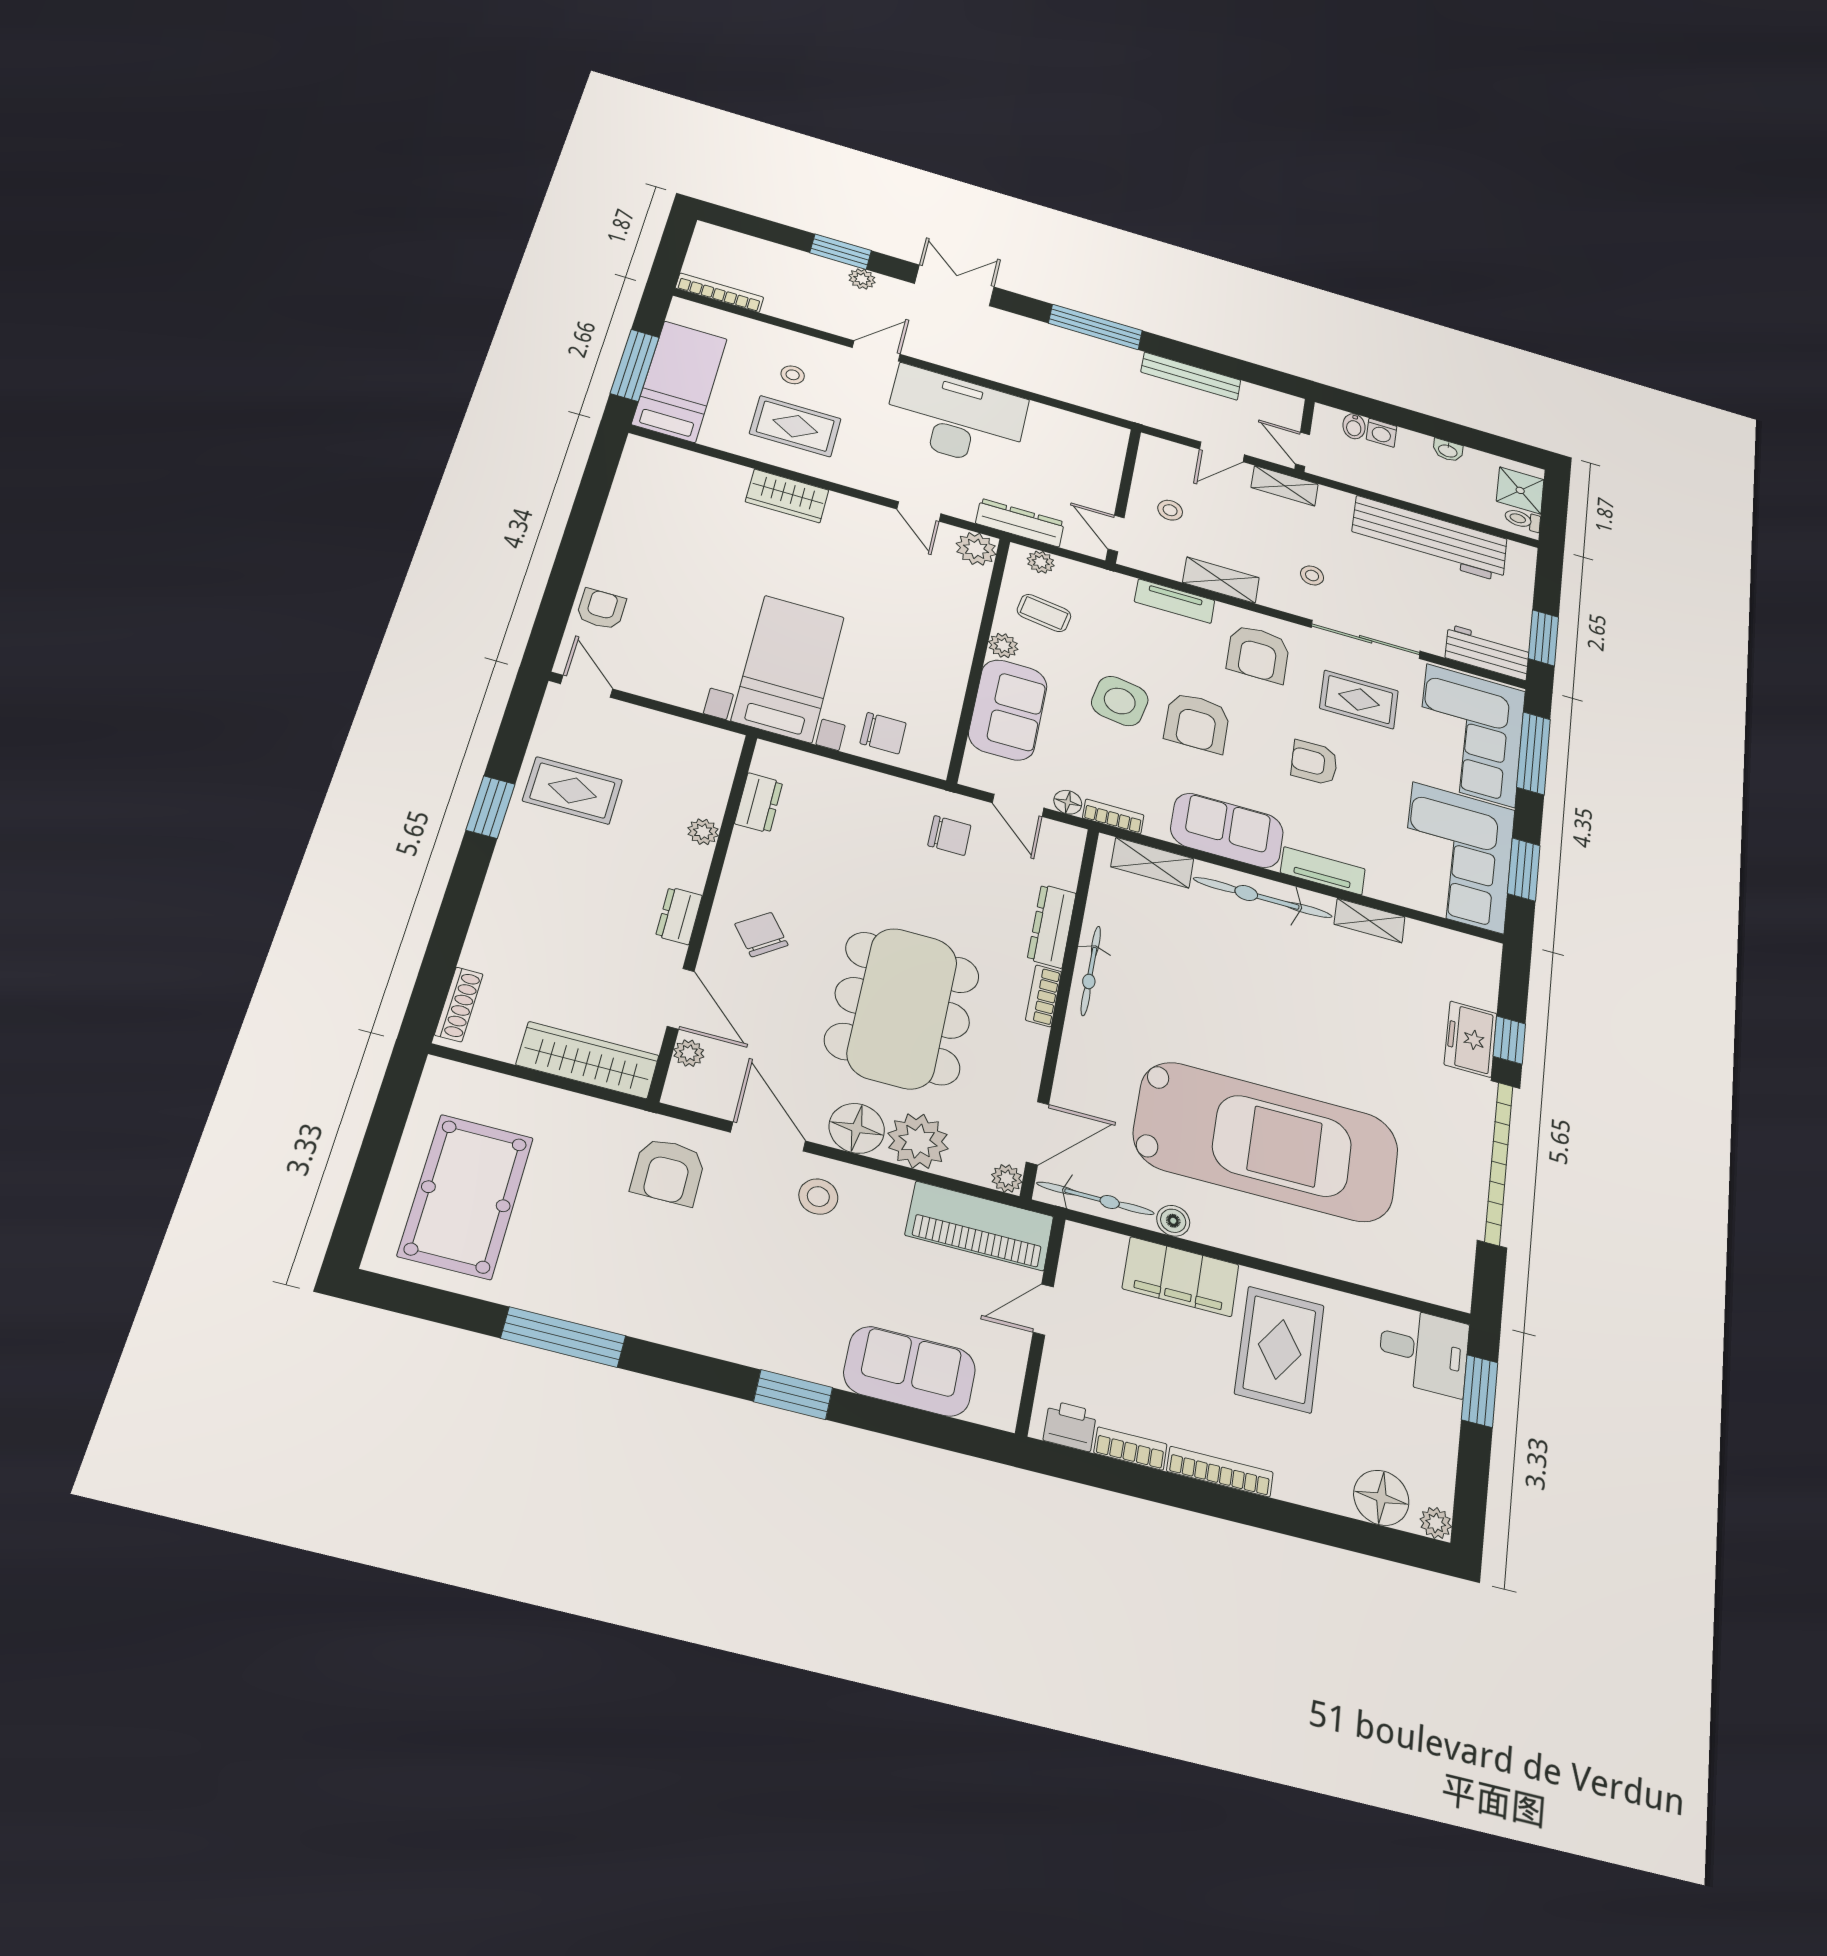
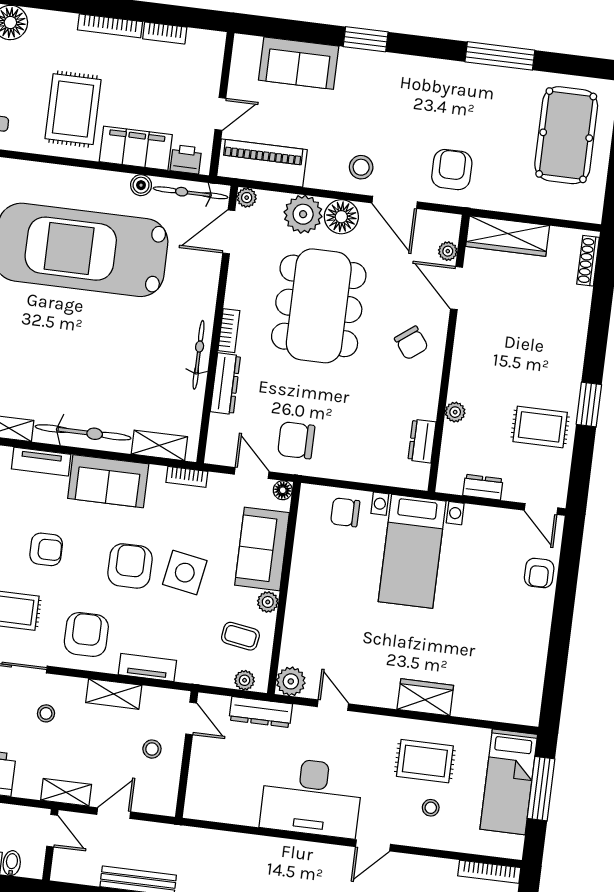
floor lamp: (1068, 802) -> (283, 490), moved
chair: (949, 835) -> (296, 440), width x1.37, depth x1.37
dresser: (679, 916) -> (483, 487), moved, turned -90
printer: (1070, 1426) -> (186, 159), moved, turned 180

